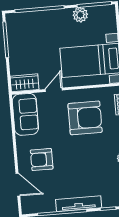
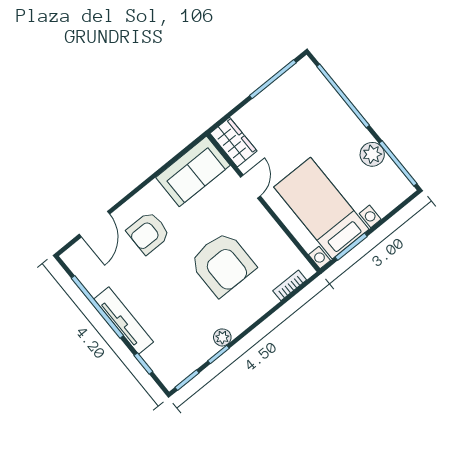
door: (54, 90) -> (250, 187), hinge flipped
armchair: (85, 118) -> (222, 264), moved
armchair: (42, 160) -> (148, 233), turned -90

